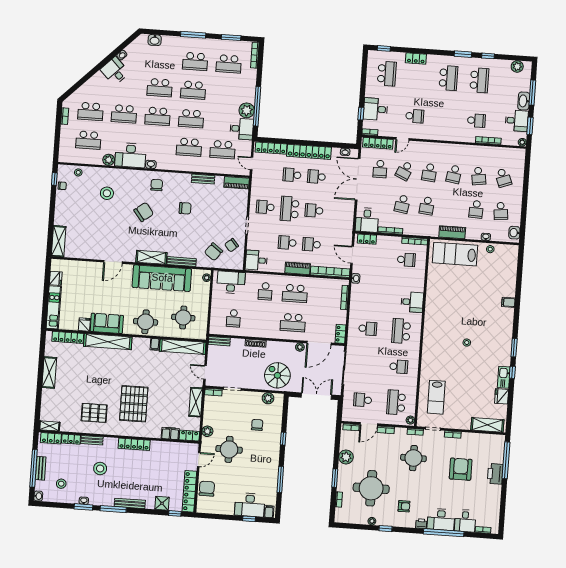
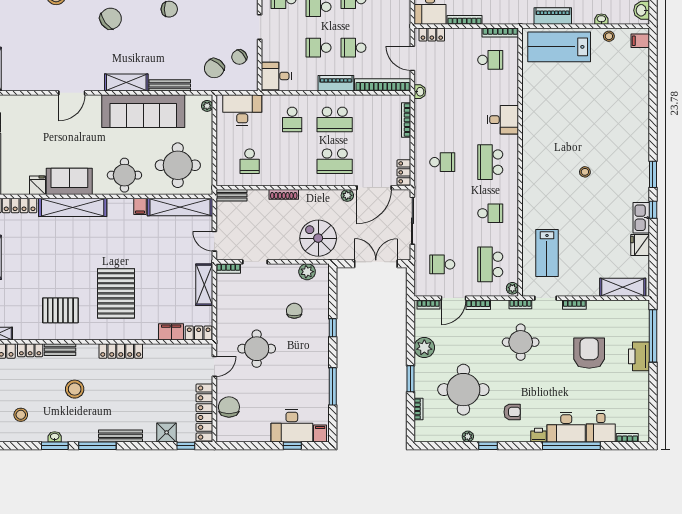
filing cabinet: (508, 302) -> (640, 41), moved
round table: (183, 318) -> (178, 165), width x1.36, depth x1.36
plant: (207, 431) -> (224, 325), removed

